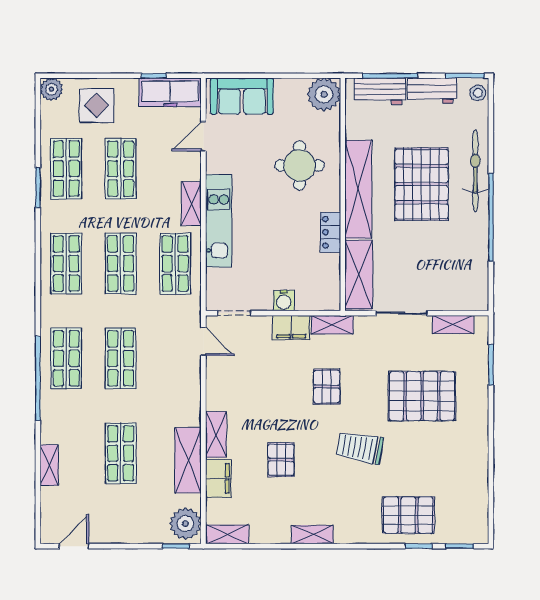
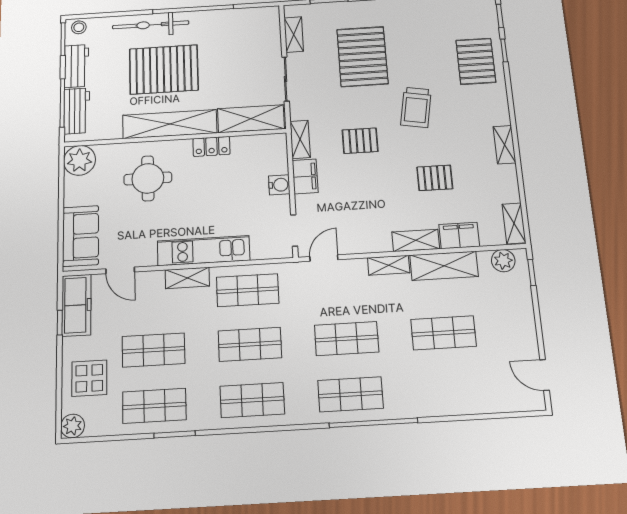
shelving: (49, 465) -> (389, 265), moved
plant: (185, 524) -> (503, 261), width x0.73, depth x0.73

